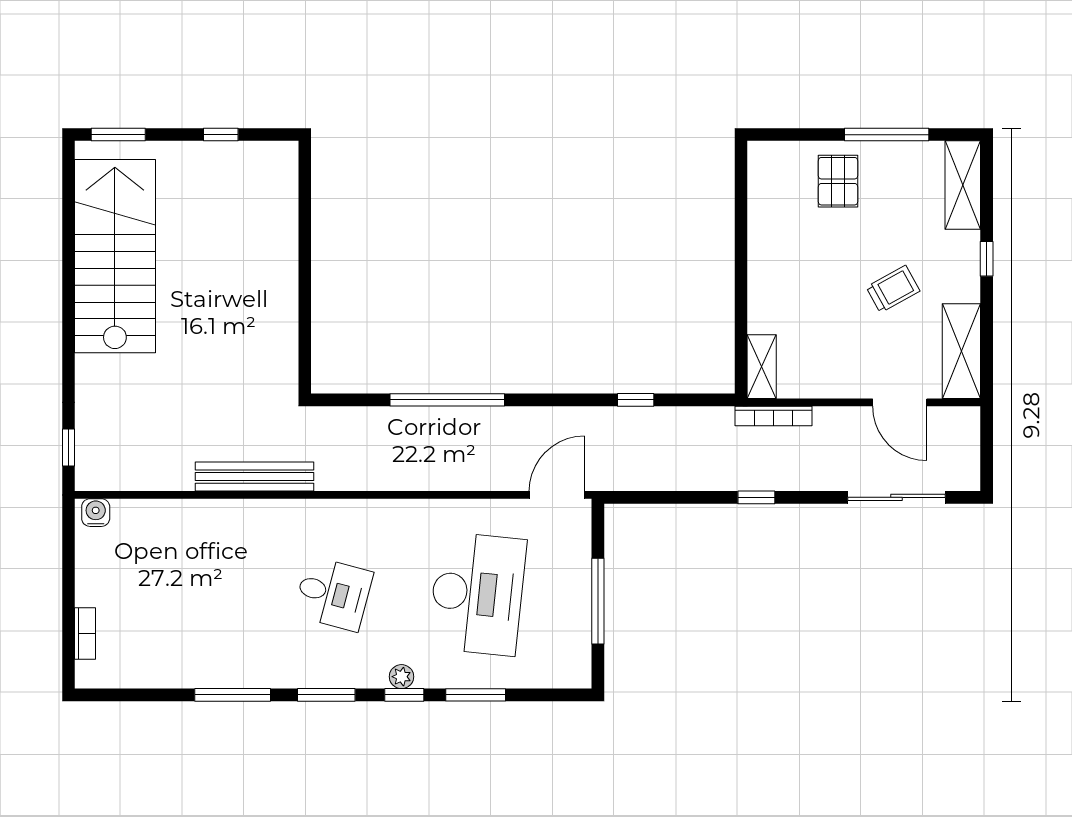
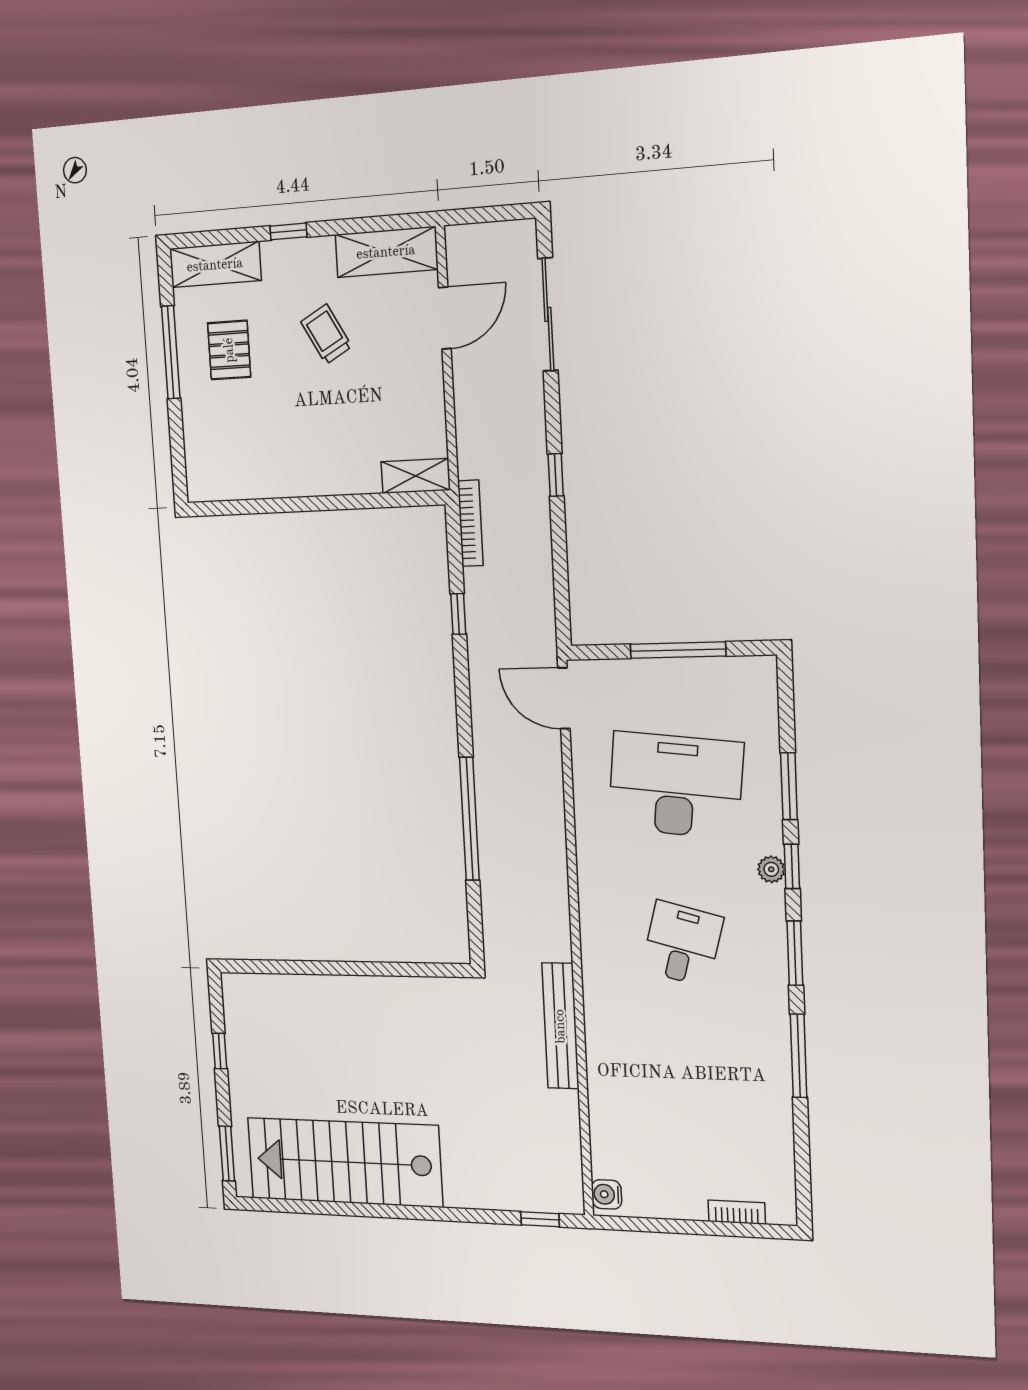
pallet: (838, 181) -> (229, 350), moved, turned 90
bookcase: (773, 416) -> (470, 523), moved

